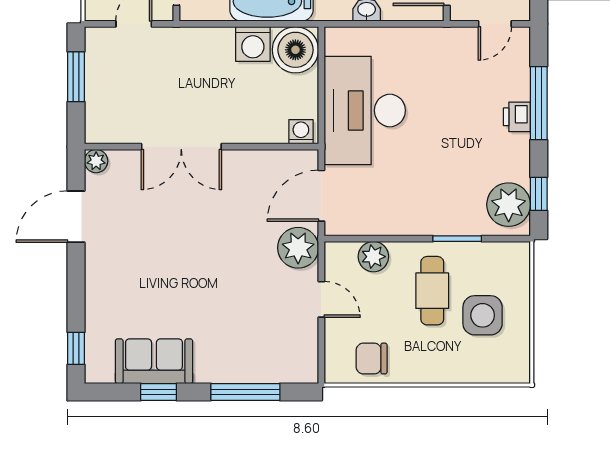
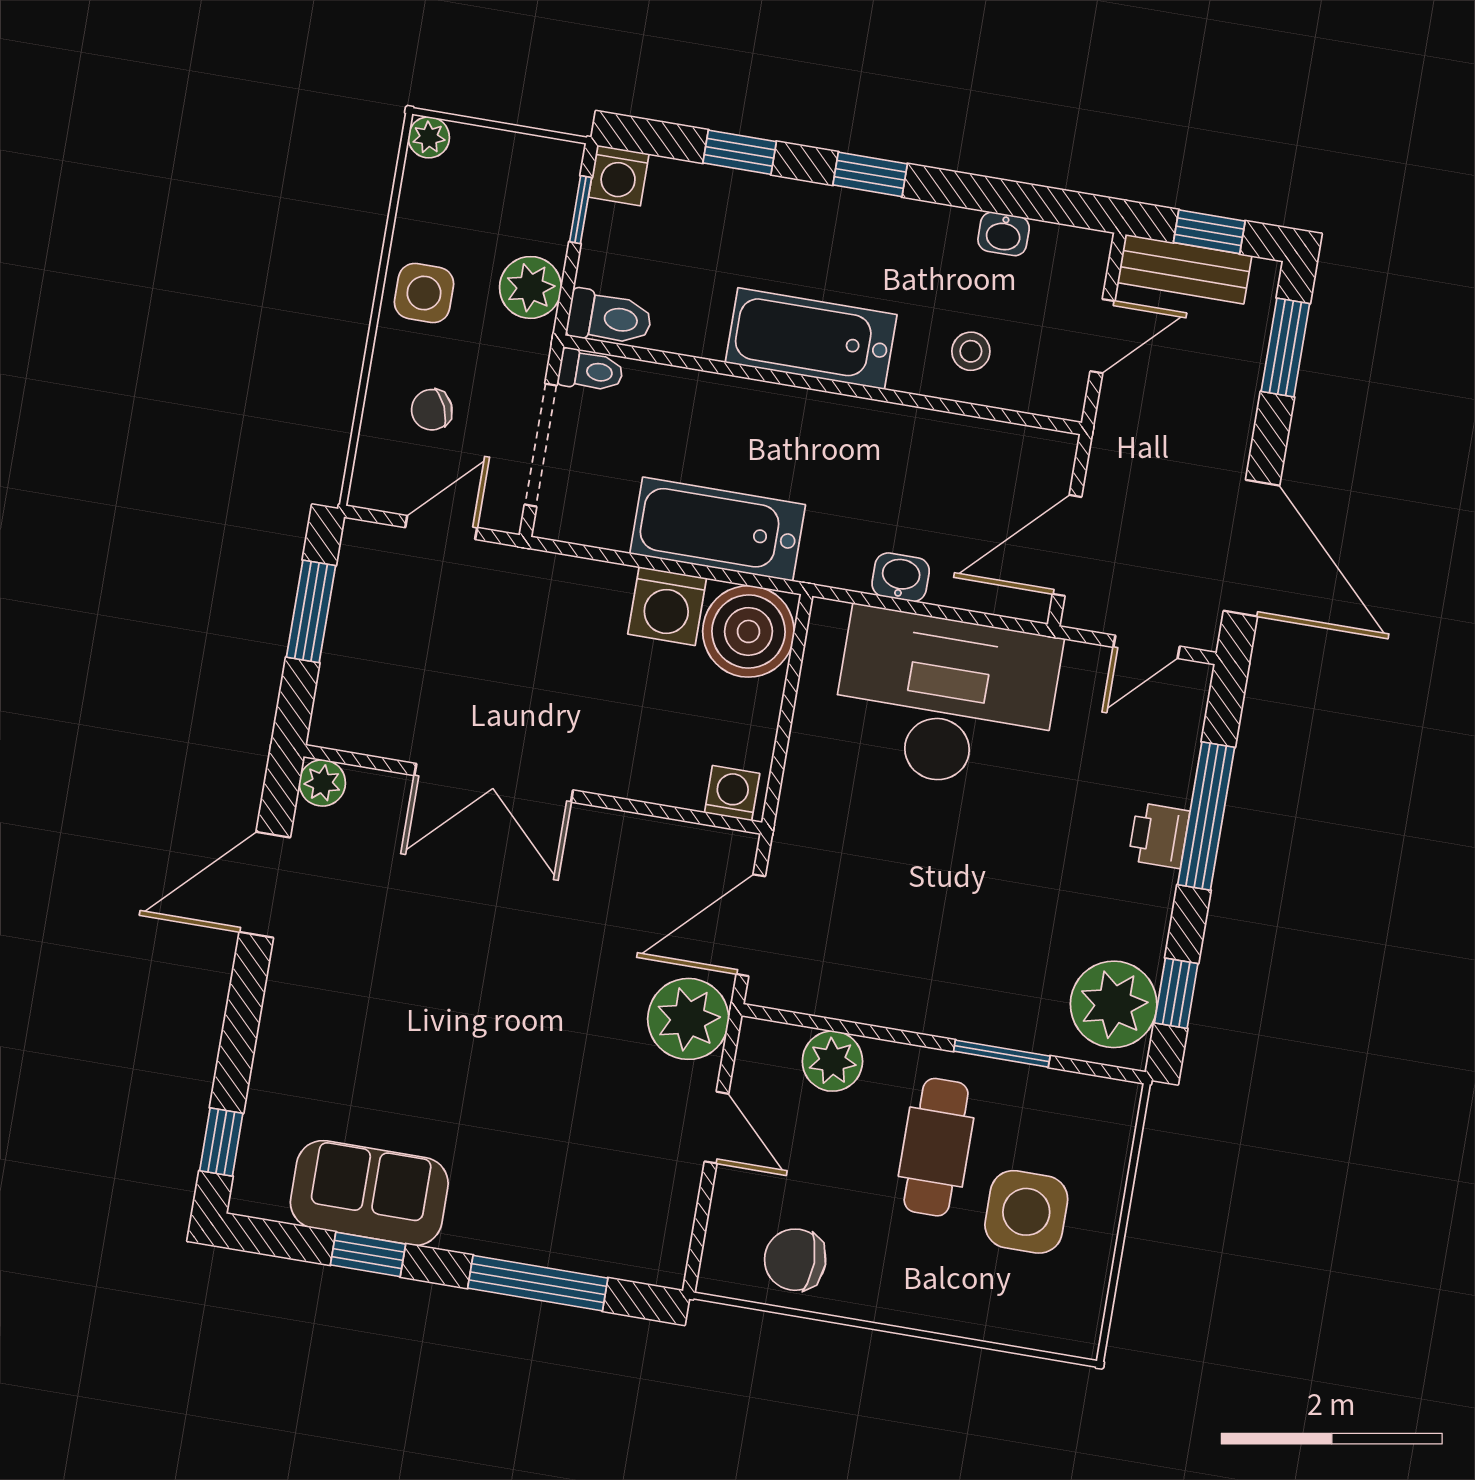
desk: (365, 110) -> (945, 700), moved, turned 90

